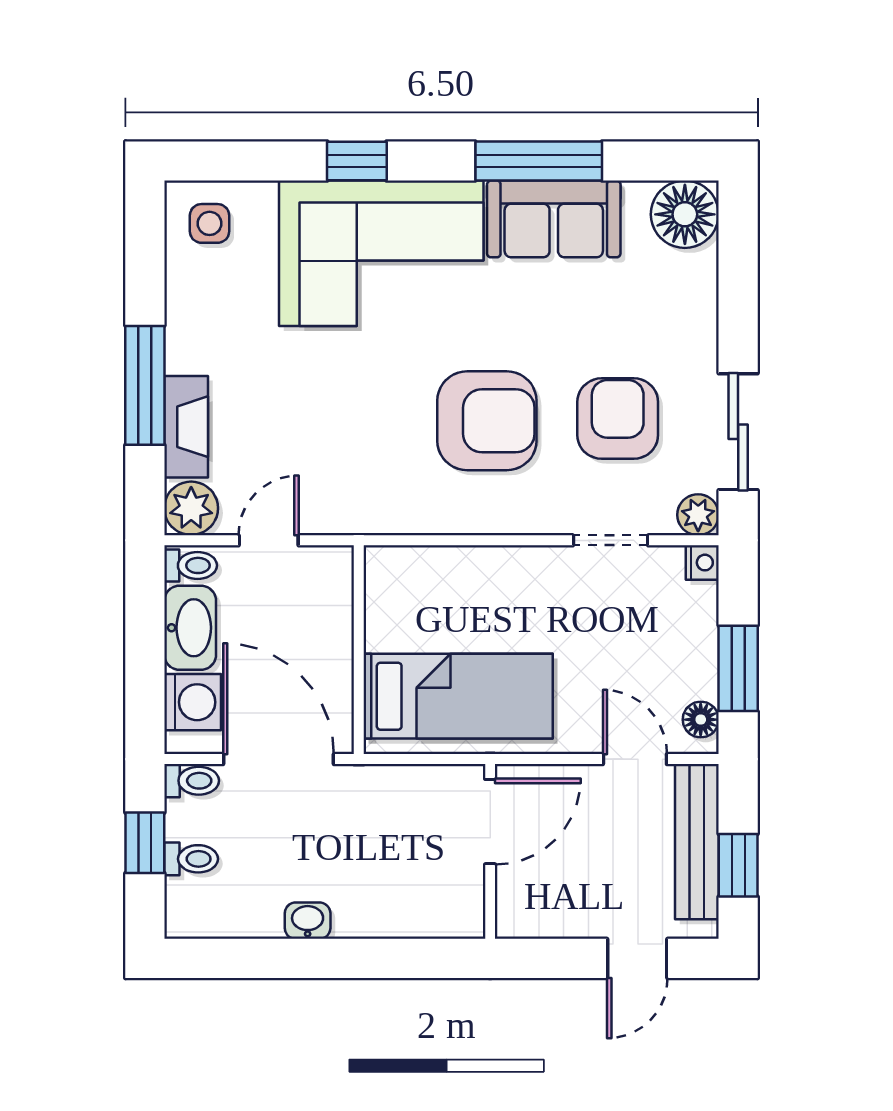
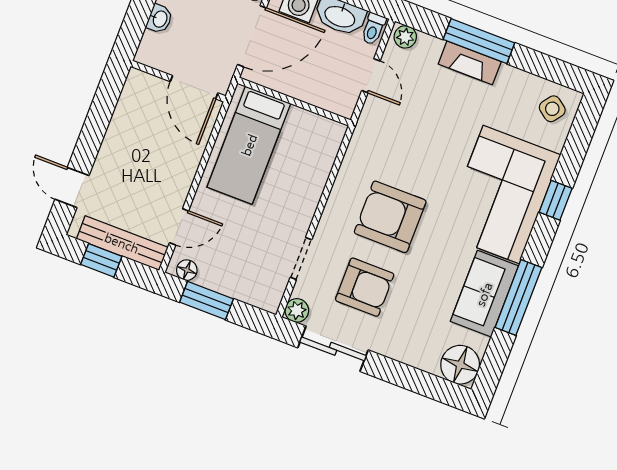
side table: (210, 223) -> (552, 109), turned 37
armchair: (487, 421) -> (390, 217), turned 90
fireplace: (186, 427) -> (470, 63), moved
plant: (191, 508) -> (405, 37), width x0.73, depth x0.73
nightstand: (702, 563) -> (270, 303), removed
door: (490, 822) -> (194, 87), moved
wall: (490, 851) -> (178, 81), moved

